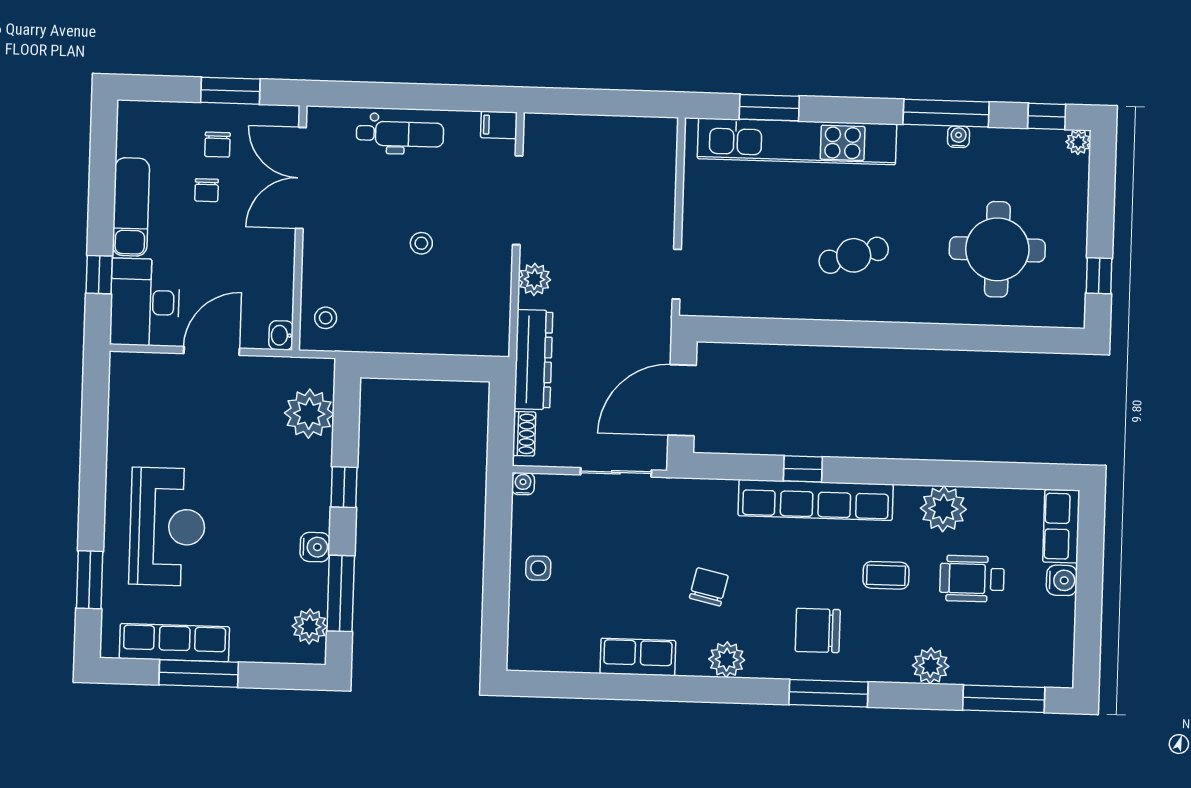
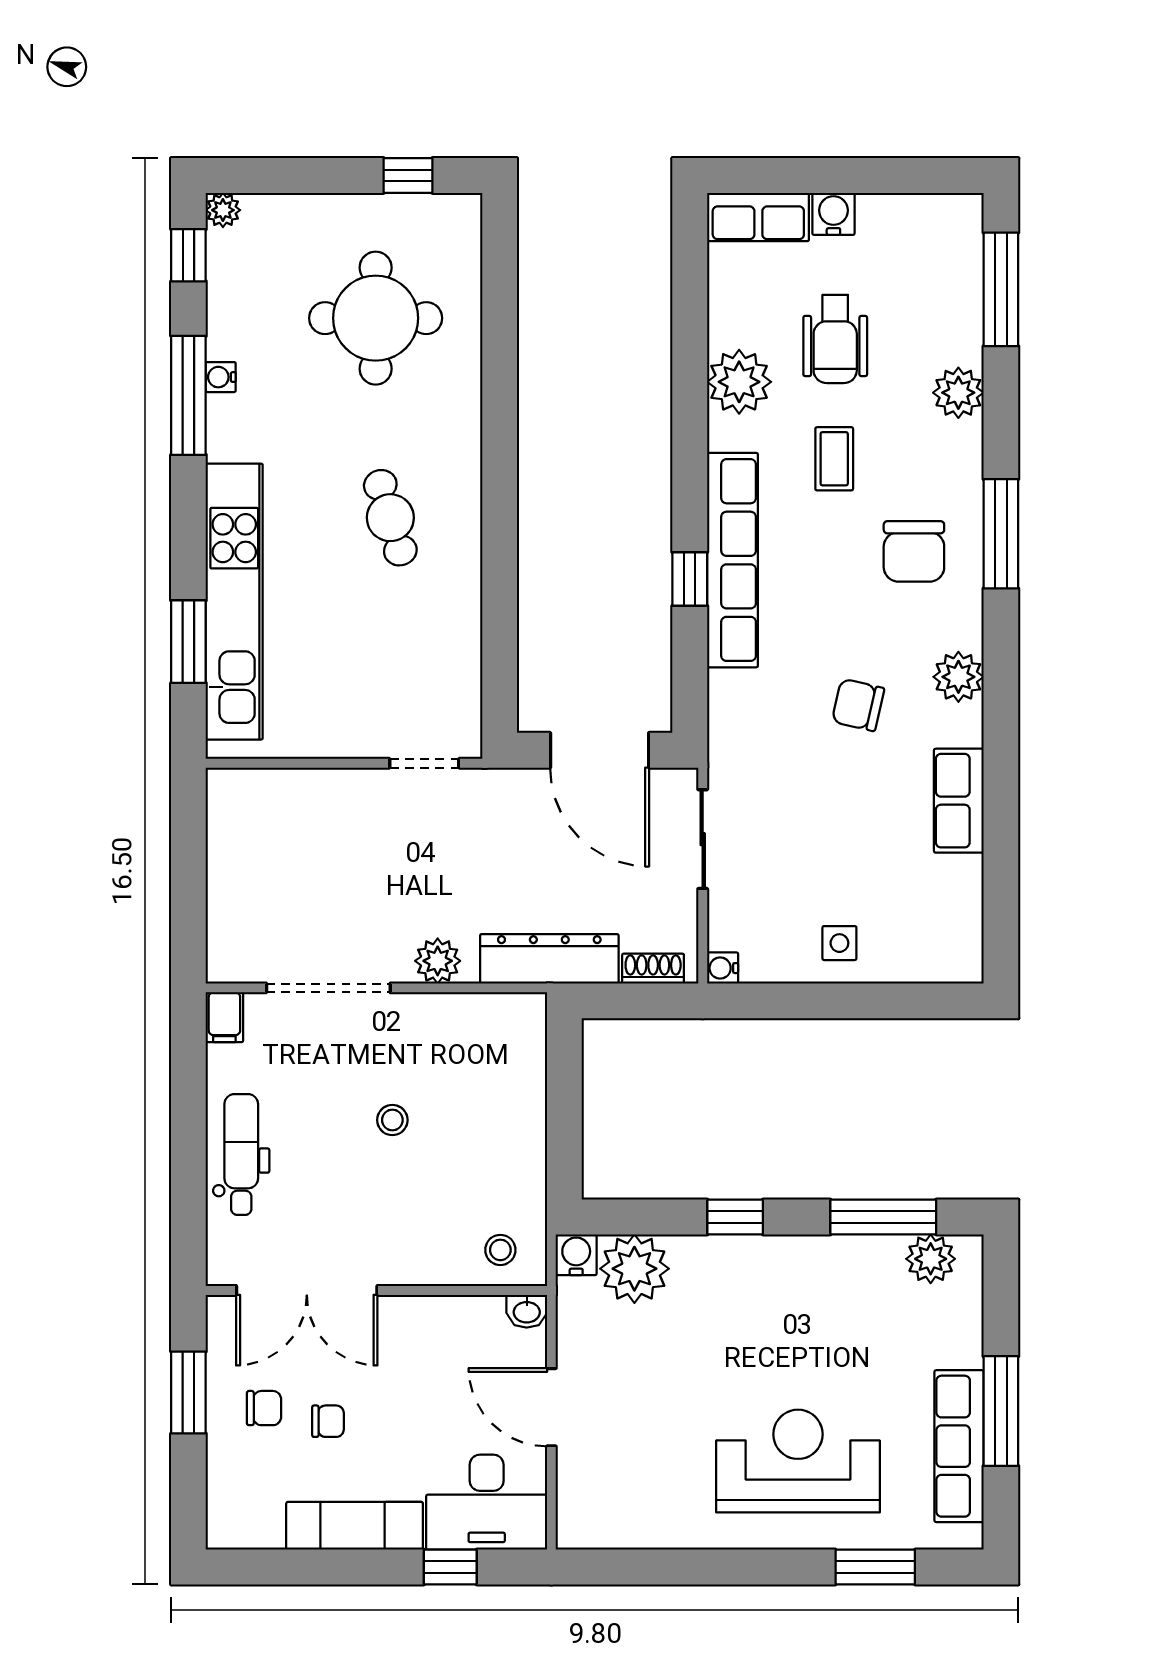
water cooler: (315, 547) -> (576, 1255), moved

